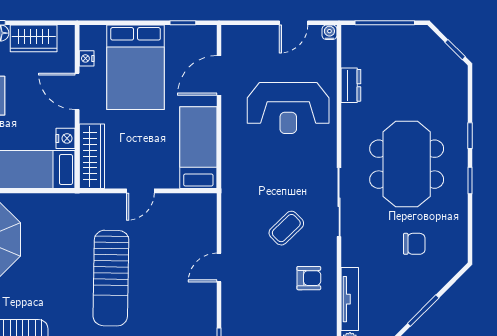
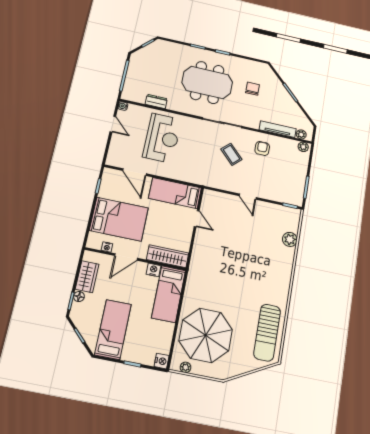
door: (140, 191) -> (197, 219), moved
sun lounger: (111, 278) -> (243, 260), removed

